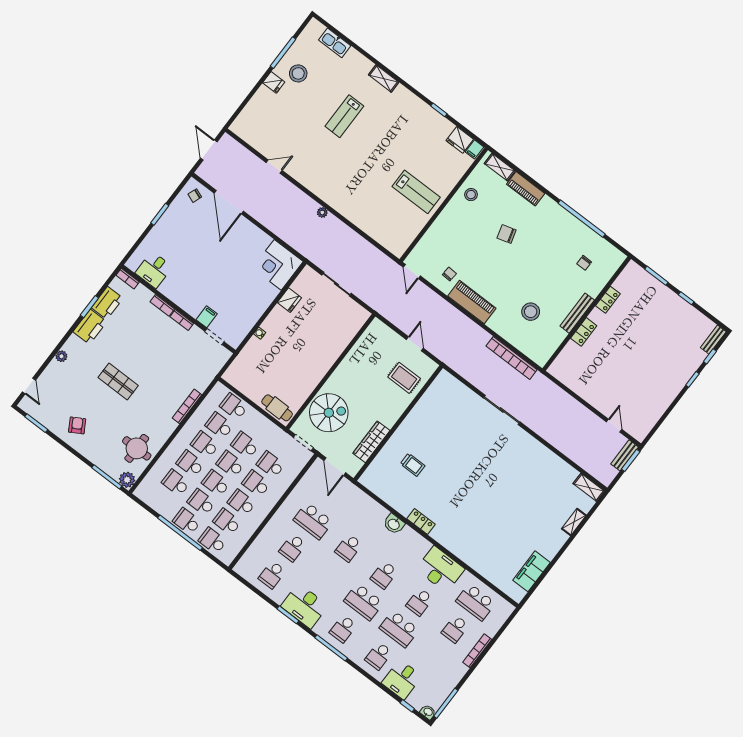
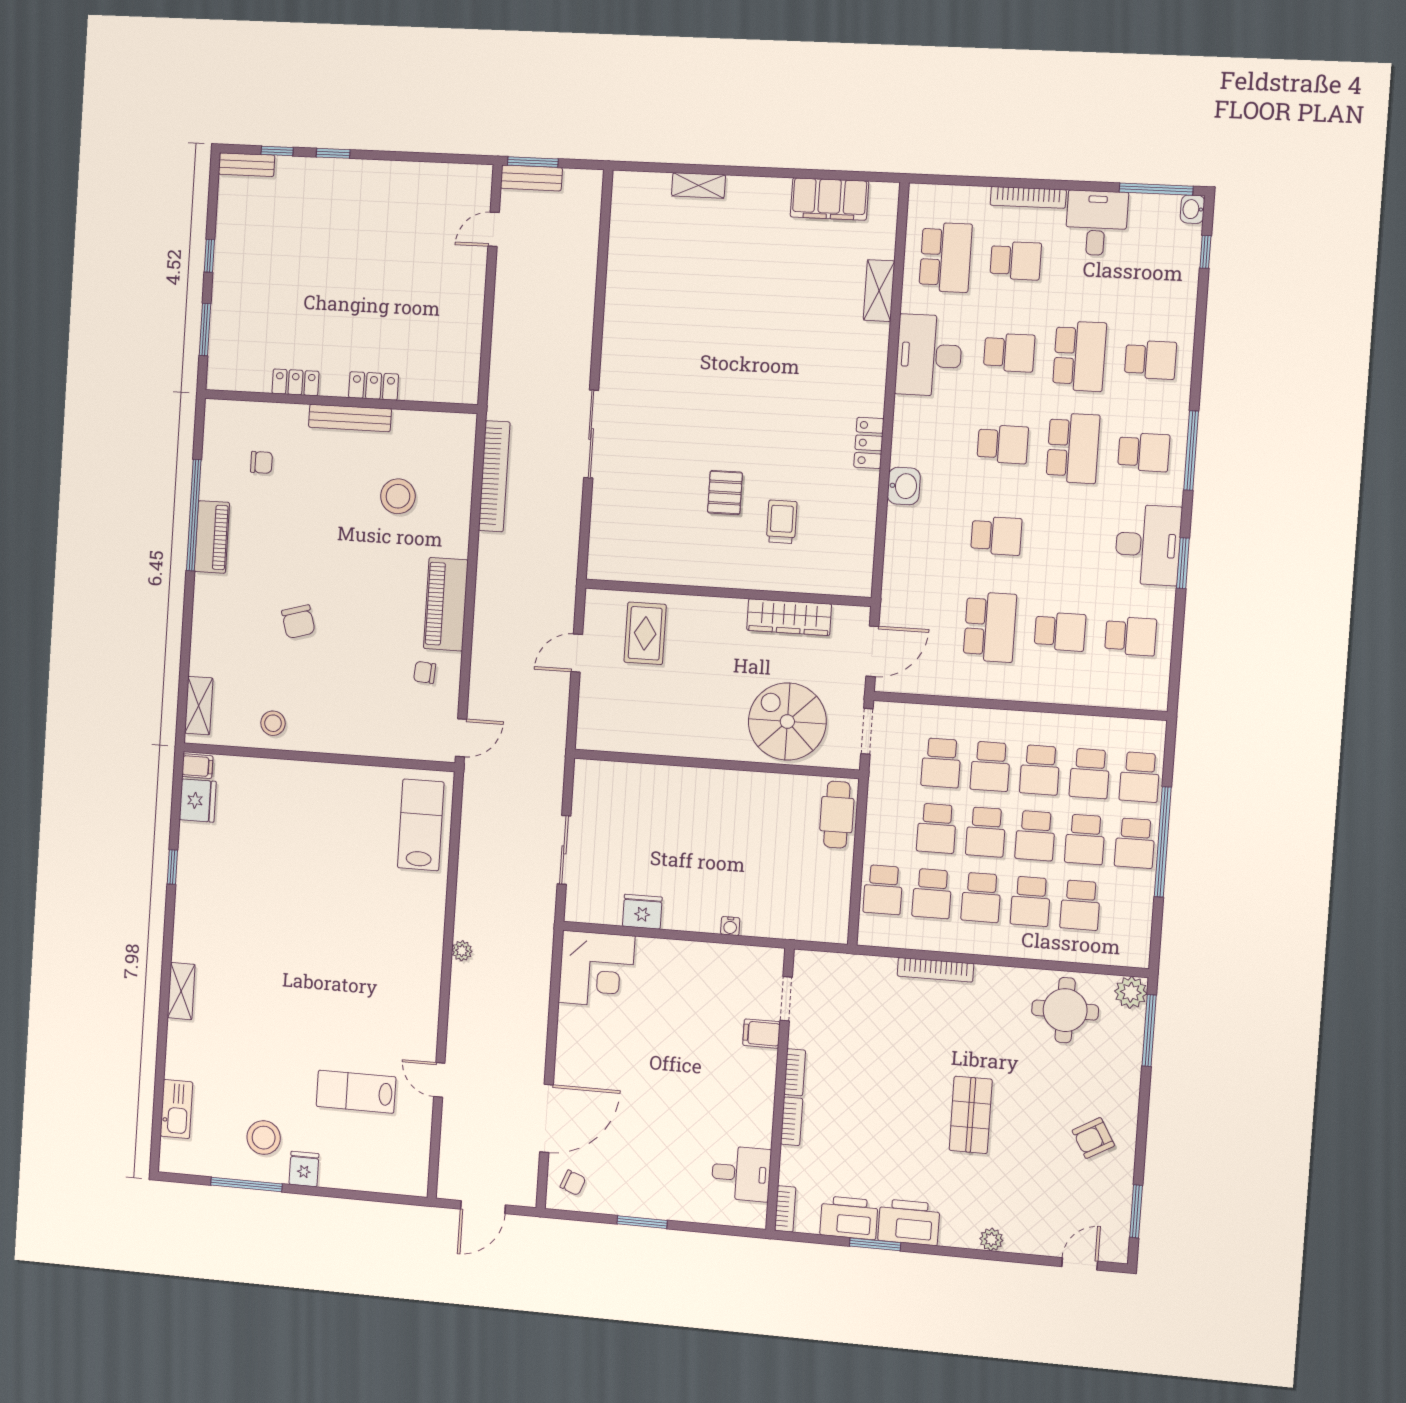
lab bench: (344, 116) -> (356, 1092), moved, turned 180
piano: (526, 189) -> (212, 537), moved
lab bench: (416, 192) -> (421, 825), moved
pallet: (440, 449) -> (725, 493), added
shelving: (589, 487) -> (879, 291), moved
desk: (402, 680) -> (1096, 223), moved, turned -90

